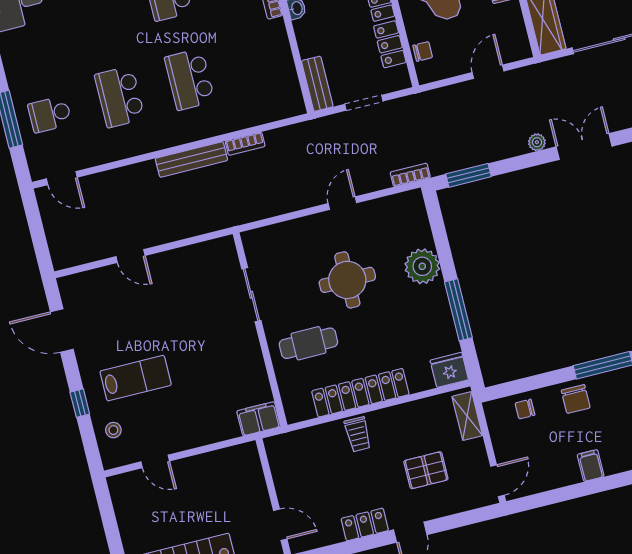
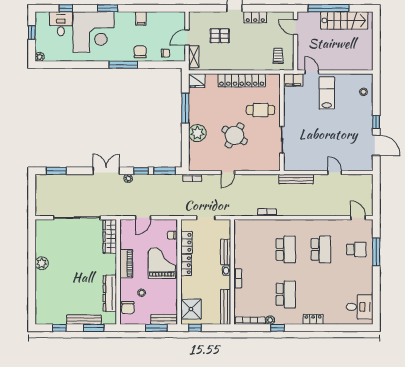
bench: (317, 84) -> (226, 252), moved
double door: (584, 146) -> (106, 171), swing flipped
bench: (191, 159) -> (296, 179), moved
window: (515, 164) -> (141, 171), added
round table: (347, 280) -> (235, 135), turned 32
lab bench: (136, 378) -> (327, 93), moved, turned 90
window: (80, 403) -> (376, 122), moved
trolley: (358, 434) -> (278, 56), moved
door: (155, 461) -> (312, 72), moved
door: (497, 481) -> (187, 38), moved

